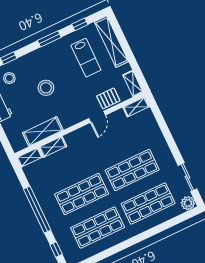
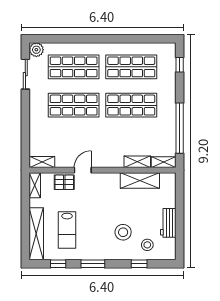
lab bench: (86, 58) -> (67, 230), turned 180
stool: (46, 88) -> (123, 232), moved
window: (37, 210) -> (180, 128), moved

